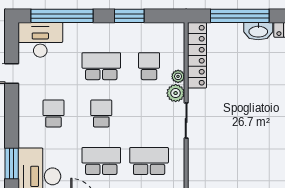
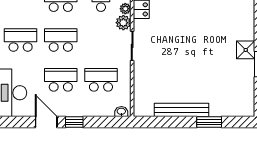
school desk: (53, 114) -> (21, 40), width x1.85
school desk: (101, 114) -> (61, 40), width x1.85

